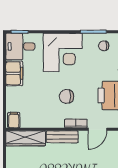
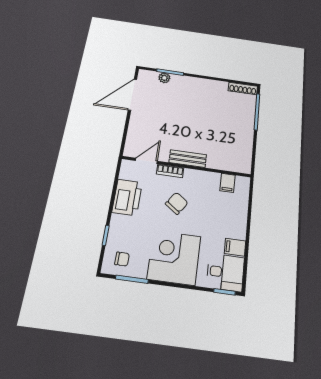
filing cabinet: (14, 73) -> (235, 247), width x0.50
chair: (66, 96) -> (177, 203), turned -55
filing cabinet: (14, 120) -> (228, 183), moved
wardrobe: (26, 138) -> (229, 163), removed

